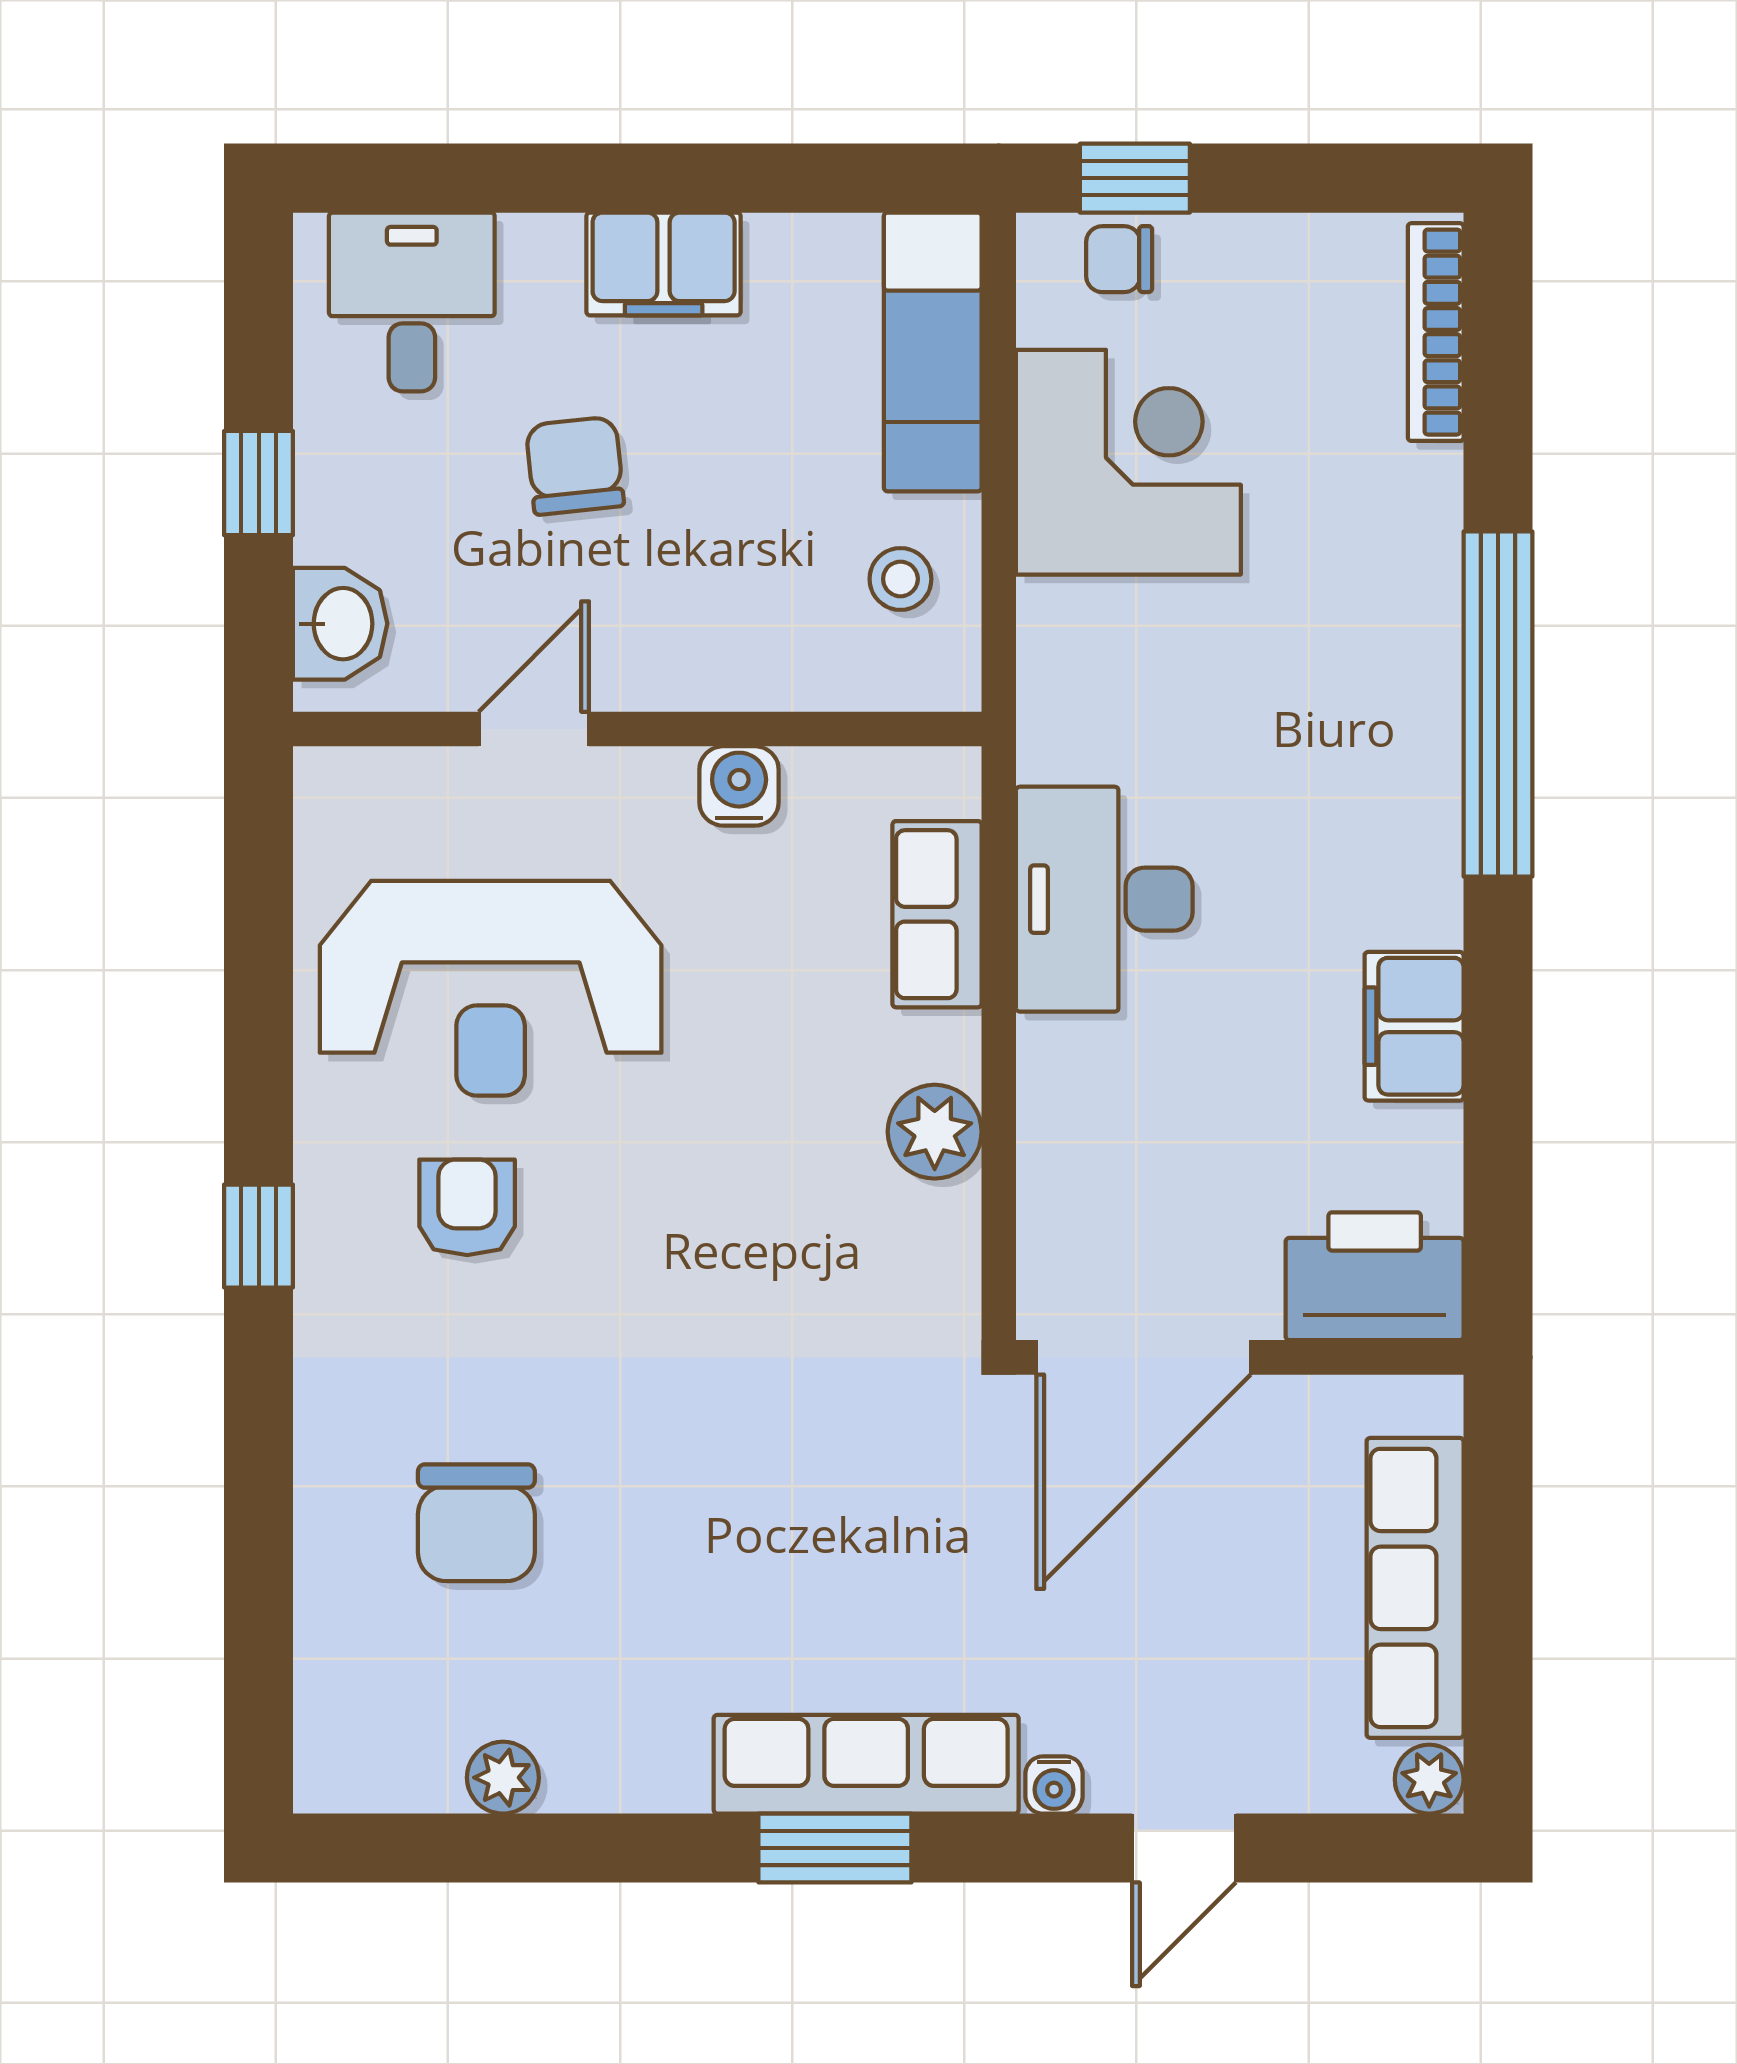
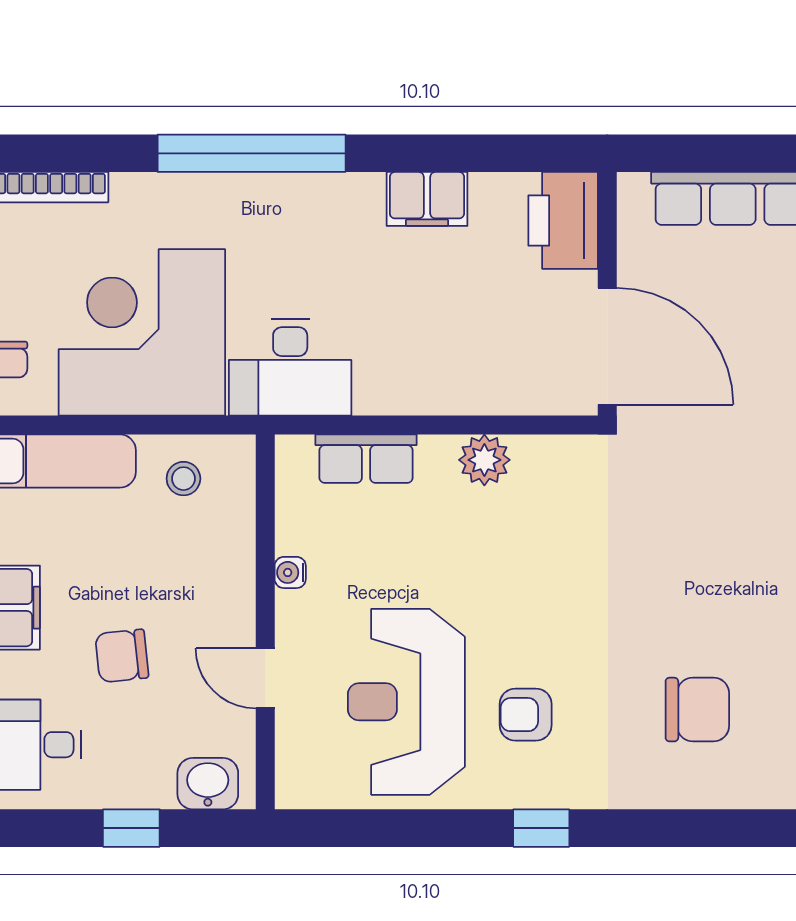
corner desk: (1128, 462) -> (142, 332), width x1.36, depth x1.36
water cooler: (739, 786) -> (290, 572), width x0.72, depth x0.72
desk: (1104, 899) -> (290, 368), moved
reception desk: (491, 988) -> (406, 702), turned 180

